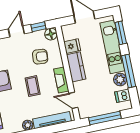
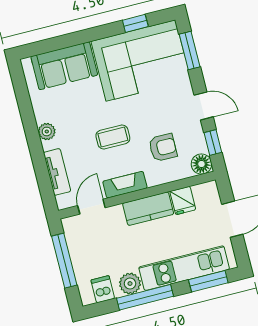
armchair: (40, 57) -> (163, 147), turned -95
tv unit: (52, 120) -> (57, 172), width x0.71

